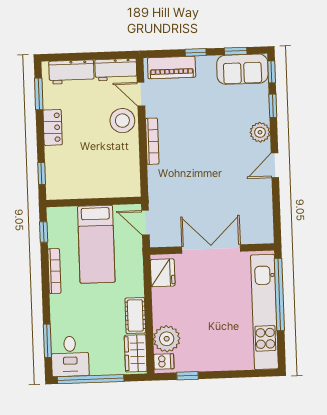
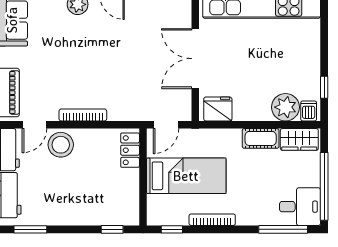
locker: (53, 127) -> (130, 150), moved, turned -90
window: (47, 341) -> (283, 229), width x1.44

